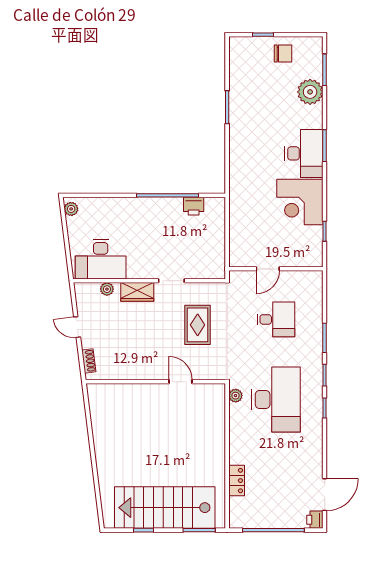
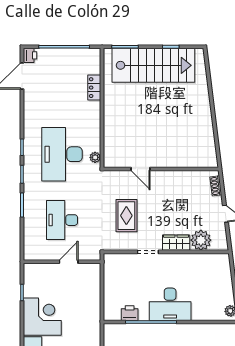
desk: (101, 259) -> (170, 304), moved, turned 180
plant: (107, 289) -> (201, 240), width x1.88, depth x1.88
desk: (276, 319) -> (62, 220), width x1.37

